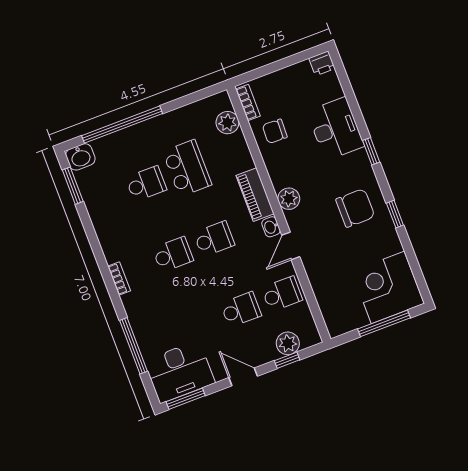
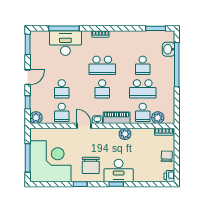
desk: (335, 129) -> (119, 171), moved
chair: (275, 131) -> (167, 156), moved
school desk: (228, 152) -> (143, 112), added
washbasin: (80, 157) -> (169, 49), moved
plant: (289, 199) -> (125, 134), moved
school desk: (173, 254) -> (102, 65), width x1.85
corner desk: (388, 287) -> (50, 161), width x1.36, depth x1.36
plant: (288, 343) -> (36, 118), moved
desk: (180, 372) -> (65, 43), moved, turned 90

